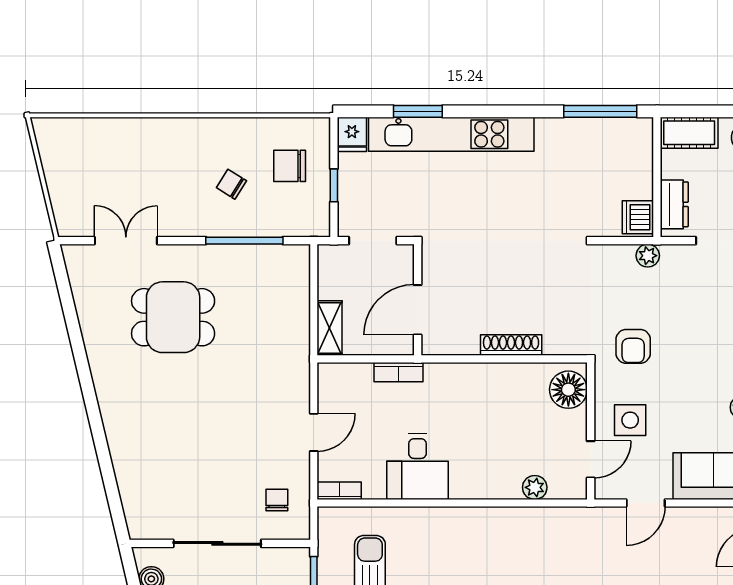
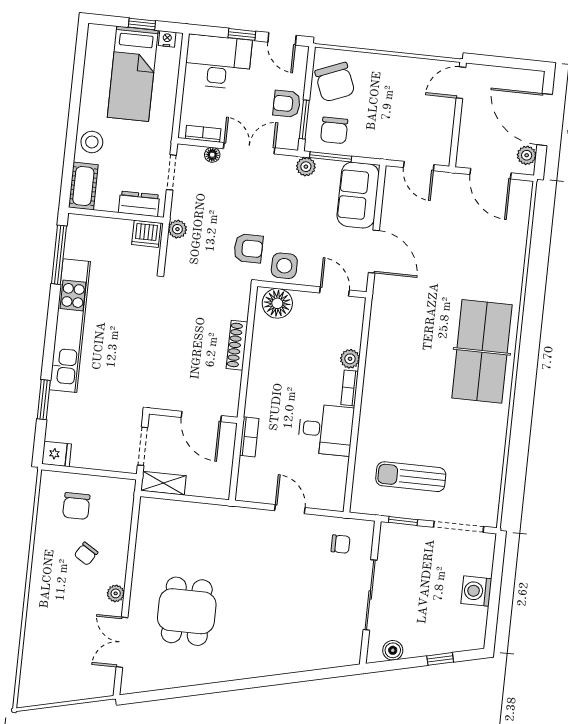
kitchen unit: (451, 134) -> (70, 326), moved
window: (334, 185) -> (95, 472), removed
plant: (186, 226) -> (116, 593), added
window: (244, 241) -> (132, 548), removed
shelving: (330, 328) -> (163, 483), moved
side table: (630, 420) -> (284, 266), moved
plant: (535, 487) -> (350, 359), moved
bookcase: (339, 491) -> (350, 388), moved
chair: (277, 500) -> (341, 544), turned 180
door: (646, 503) -> (374, 251), width x1.38

